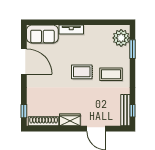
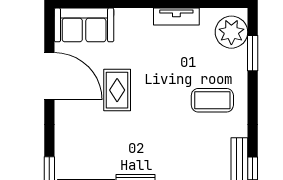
tv unit: (71, 30) -> (176, 17), moved
rug: (82, 72) -> (117, 90), moved, turned 90

